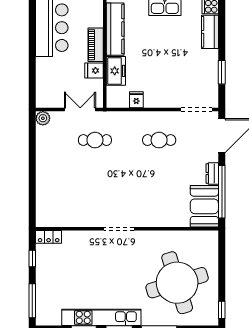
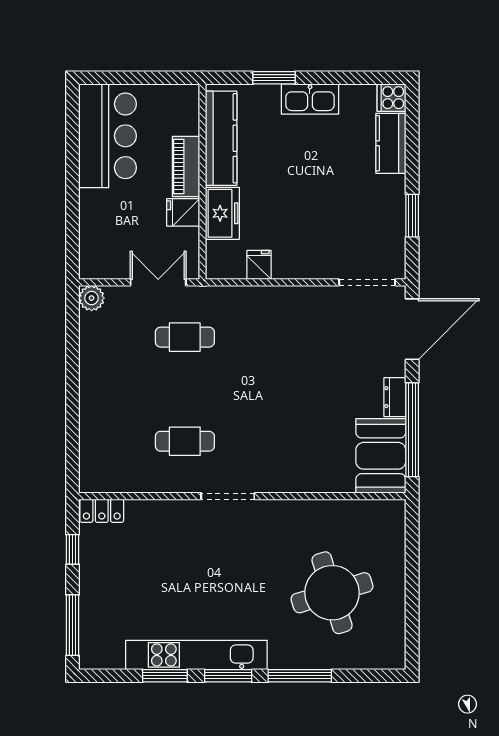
cafe table: (159, 140) -> (185, 441), moved
round table: (177, 283) -> (332, 593), width x0.73, depth x0.73
window: (222, 310) -> (412, 642), removed

